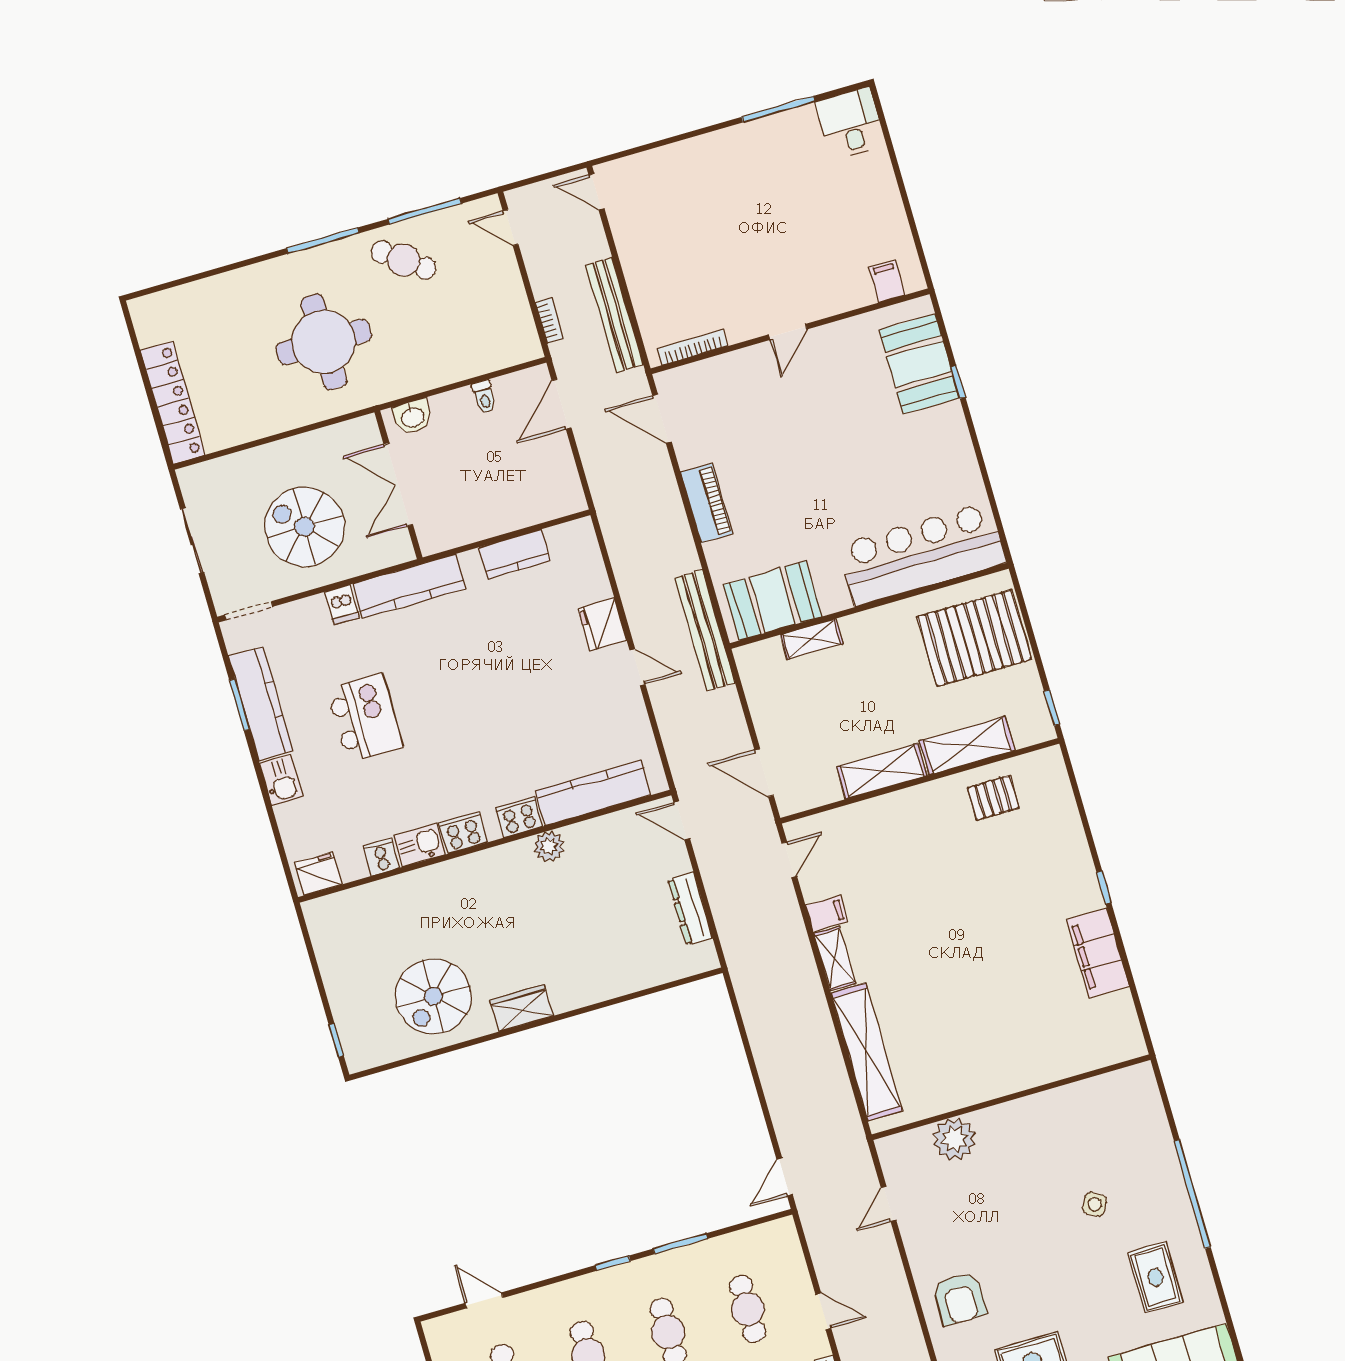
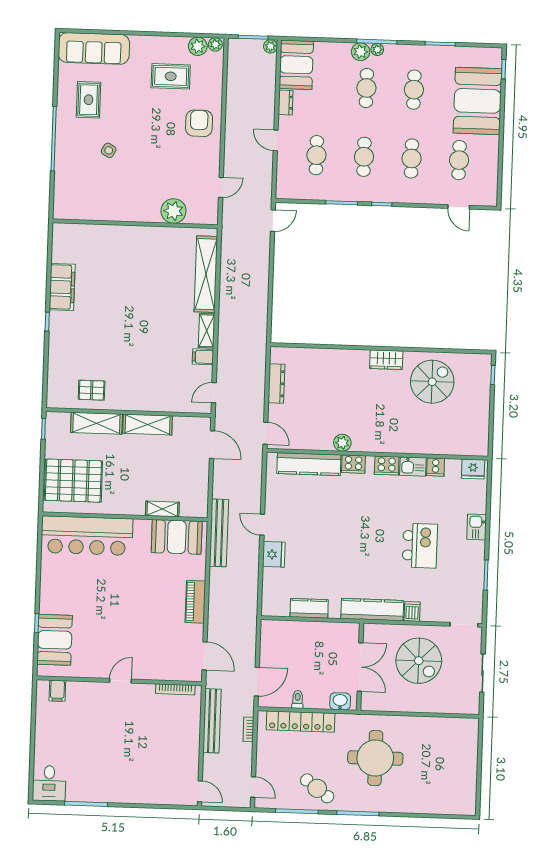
locker: (173, 403) -> (301, 722), moved, turned -90
kitchen counter: (261, 703) -> (474, 572), removed
kitchen island: (365, 718) -> (420, 546), turned 180

